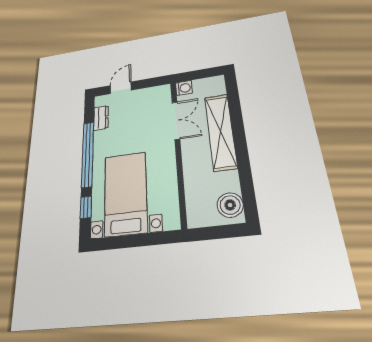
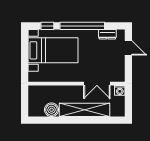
boiler: (230, 205) -> (52, 110), moved

